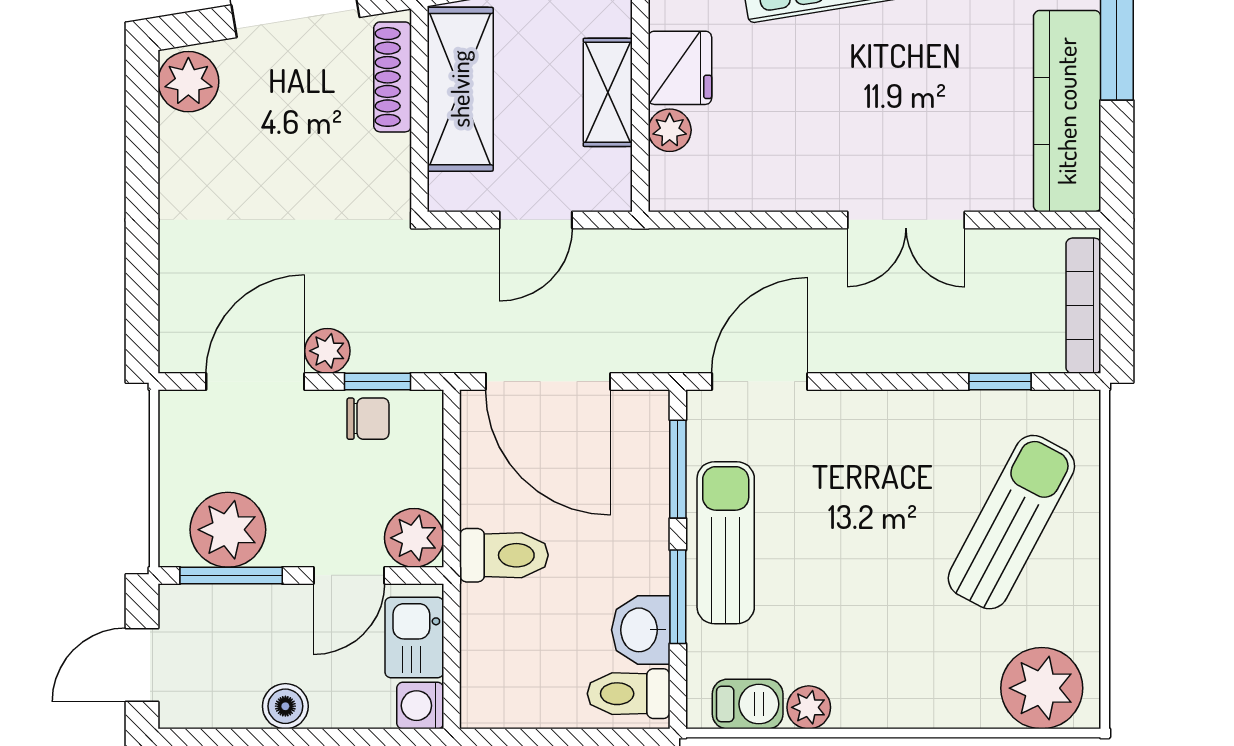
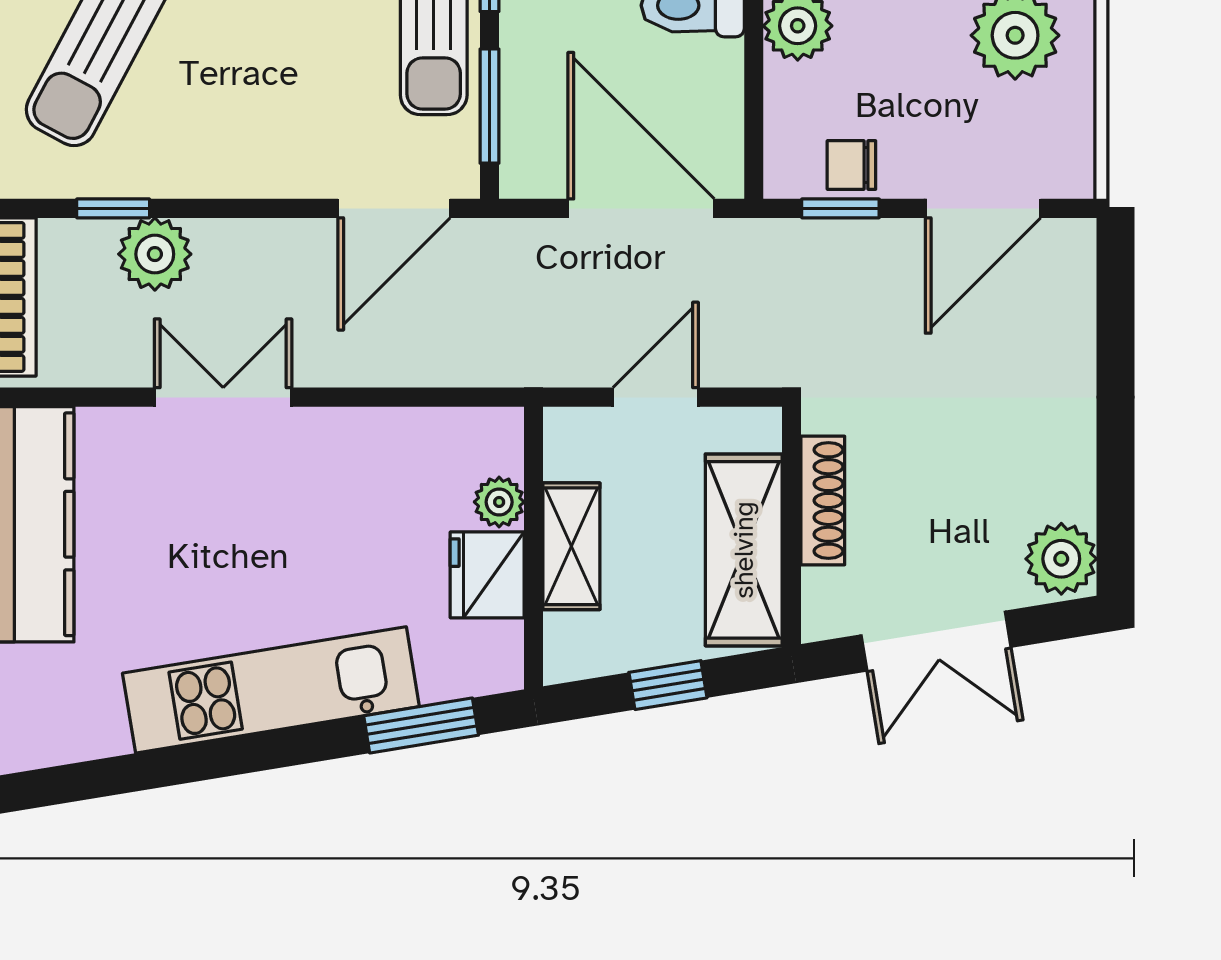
shoe rack: (393, 77) -> (823, 500), moved
plant: (327, 351) -> (155, 254), moved, width x1.38, depth x1.38

